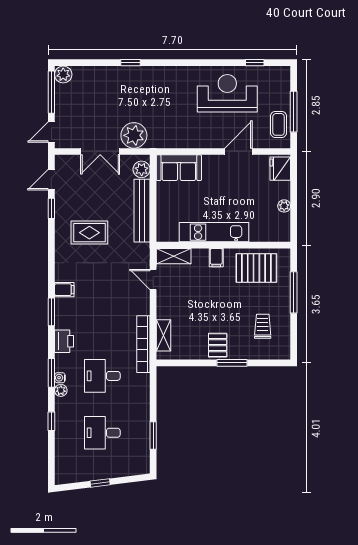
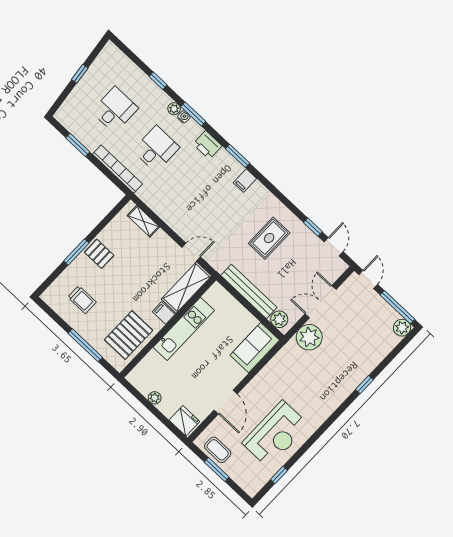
window: (294, 112) -> (217, 470), width x0.69
shelving: (174, 256) -> (186, 288), width x1.50, depth x1.33
bookcase: (143, 344) -> (117, 169), moved

